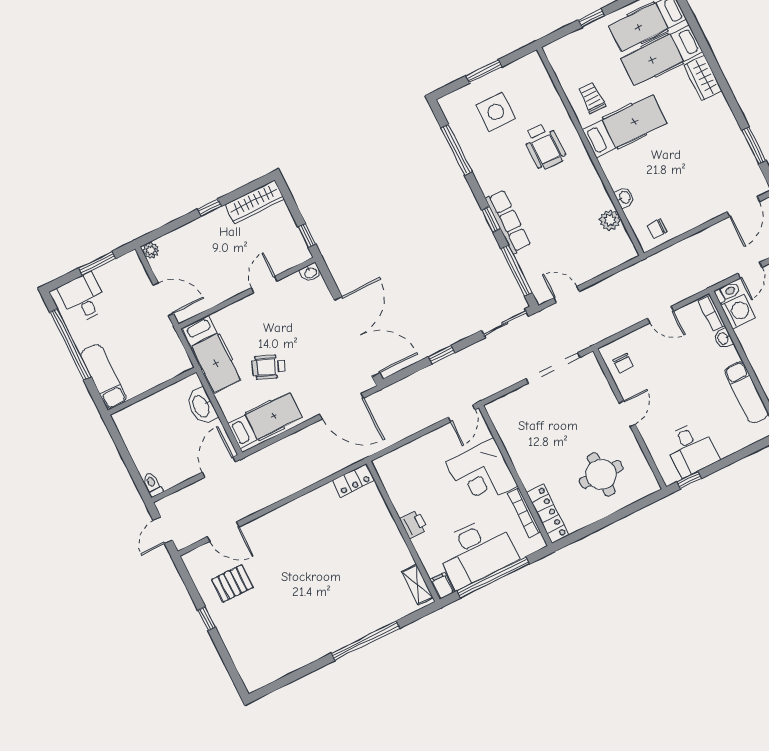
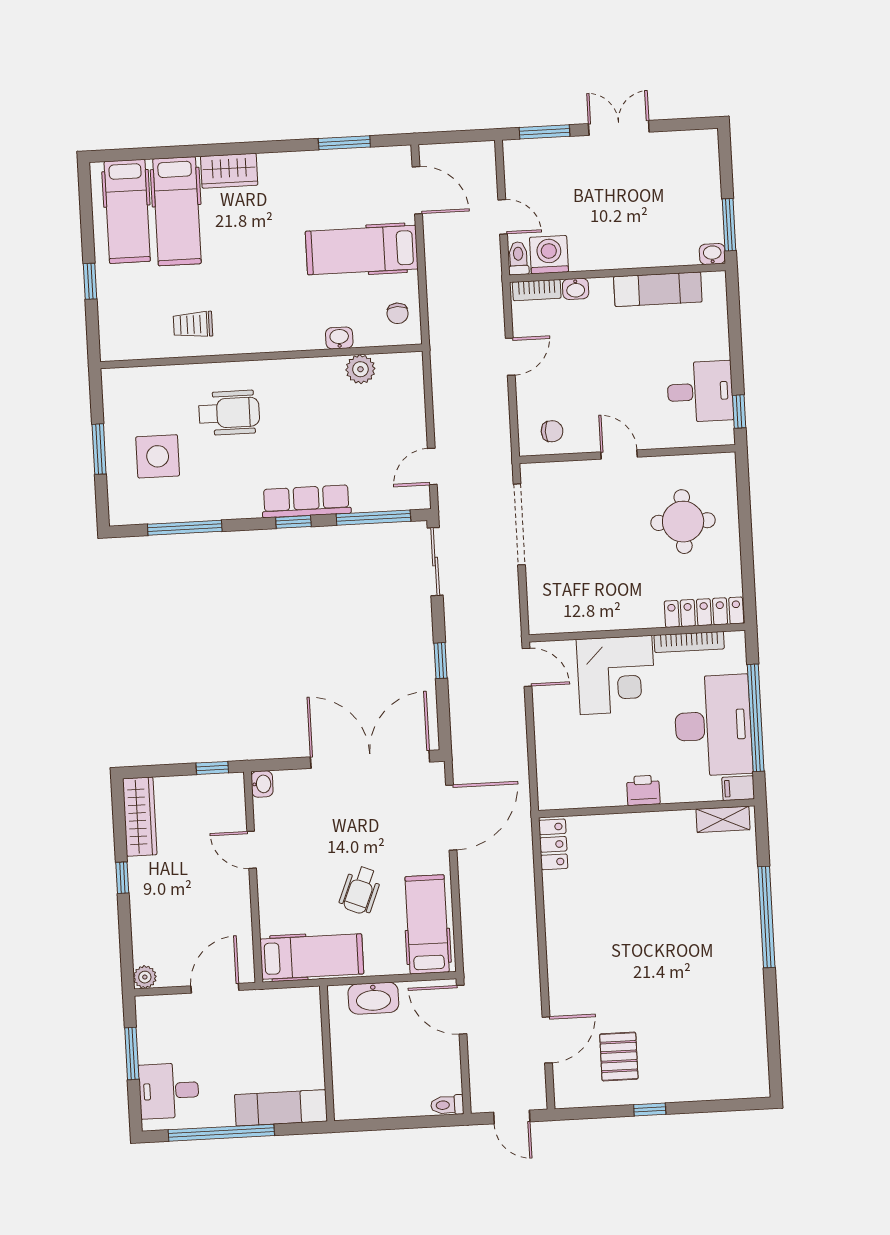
hospital bed: (625, 126) -> (362, 250), moved, turned -90

